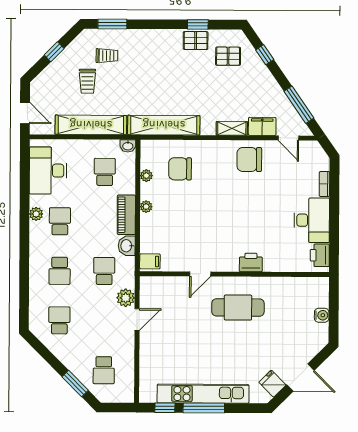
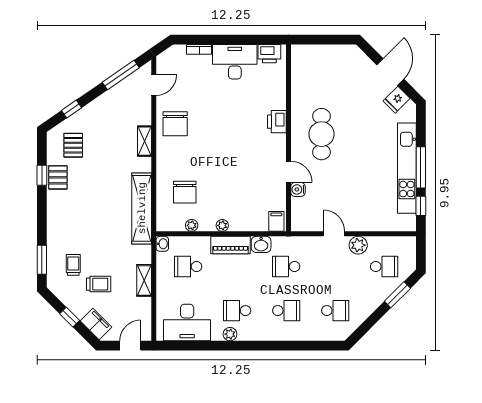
shelving: (91, 125) -> (144, 280), width x0.45, depth x0.75
filing cabinet: (262, 126) -> (96, 324), moved, turned 135
plant: (126, 298) -> (358, 245), moved
water cooler: (322, 315) -> (298, 189), moved, turned -90
school desk: (59, 320) -> (335, 311), turned 180

